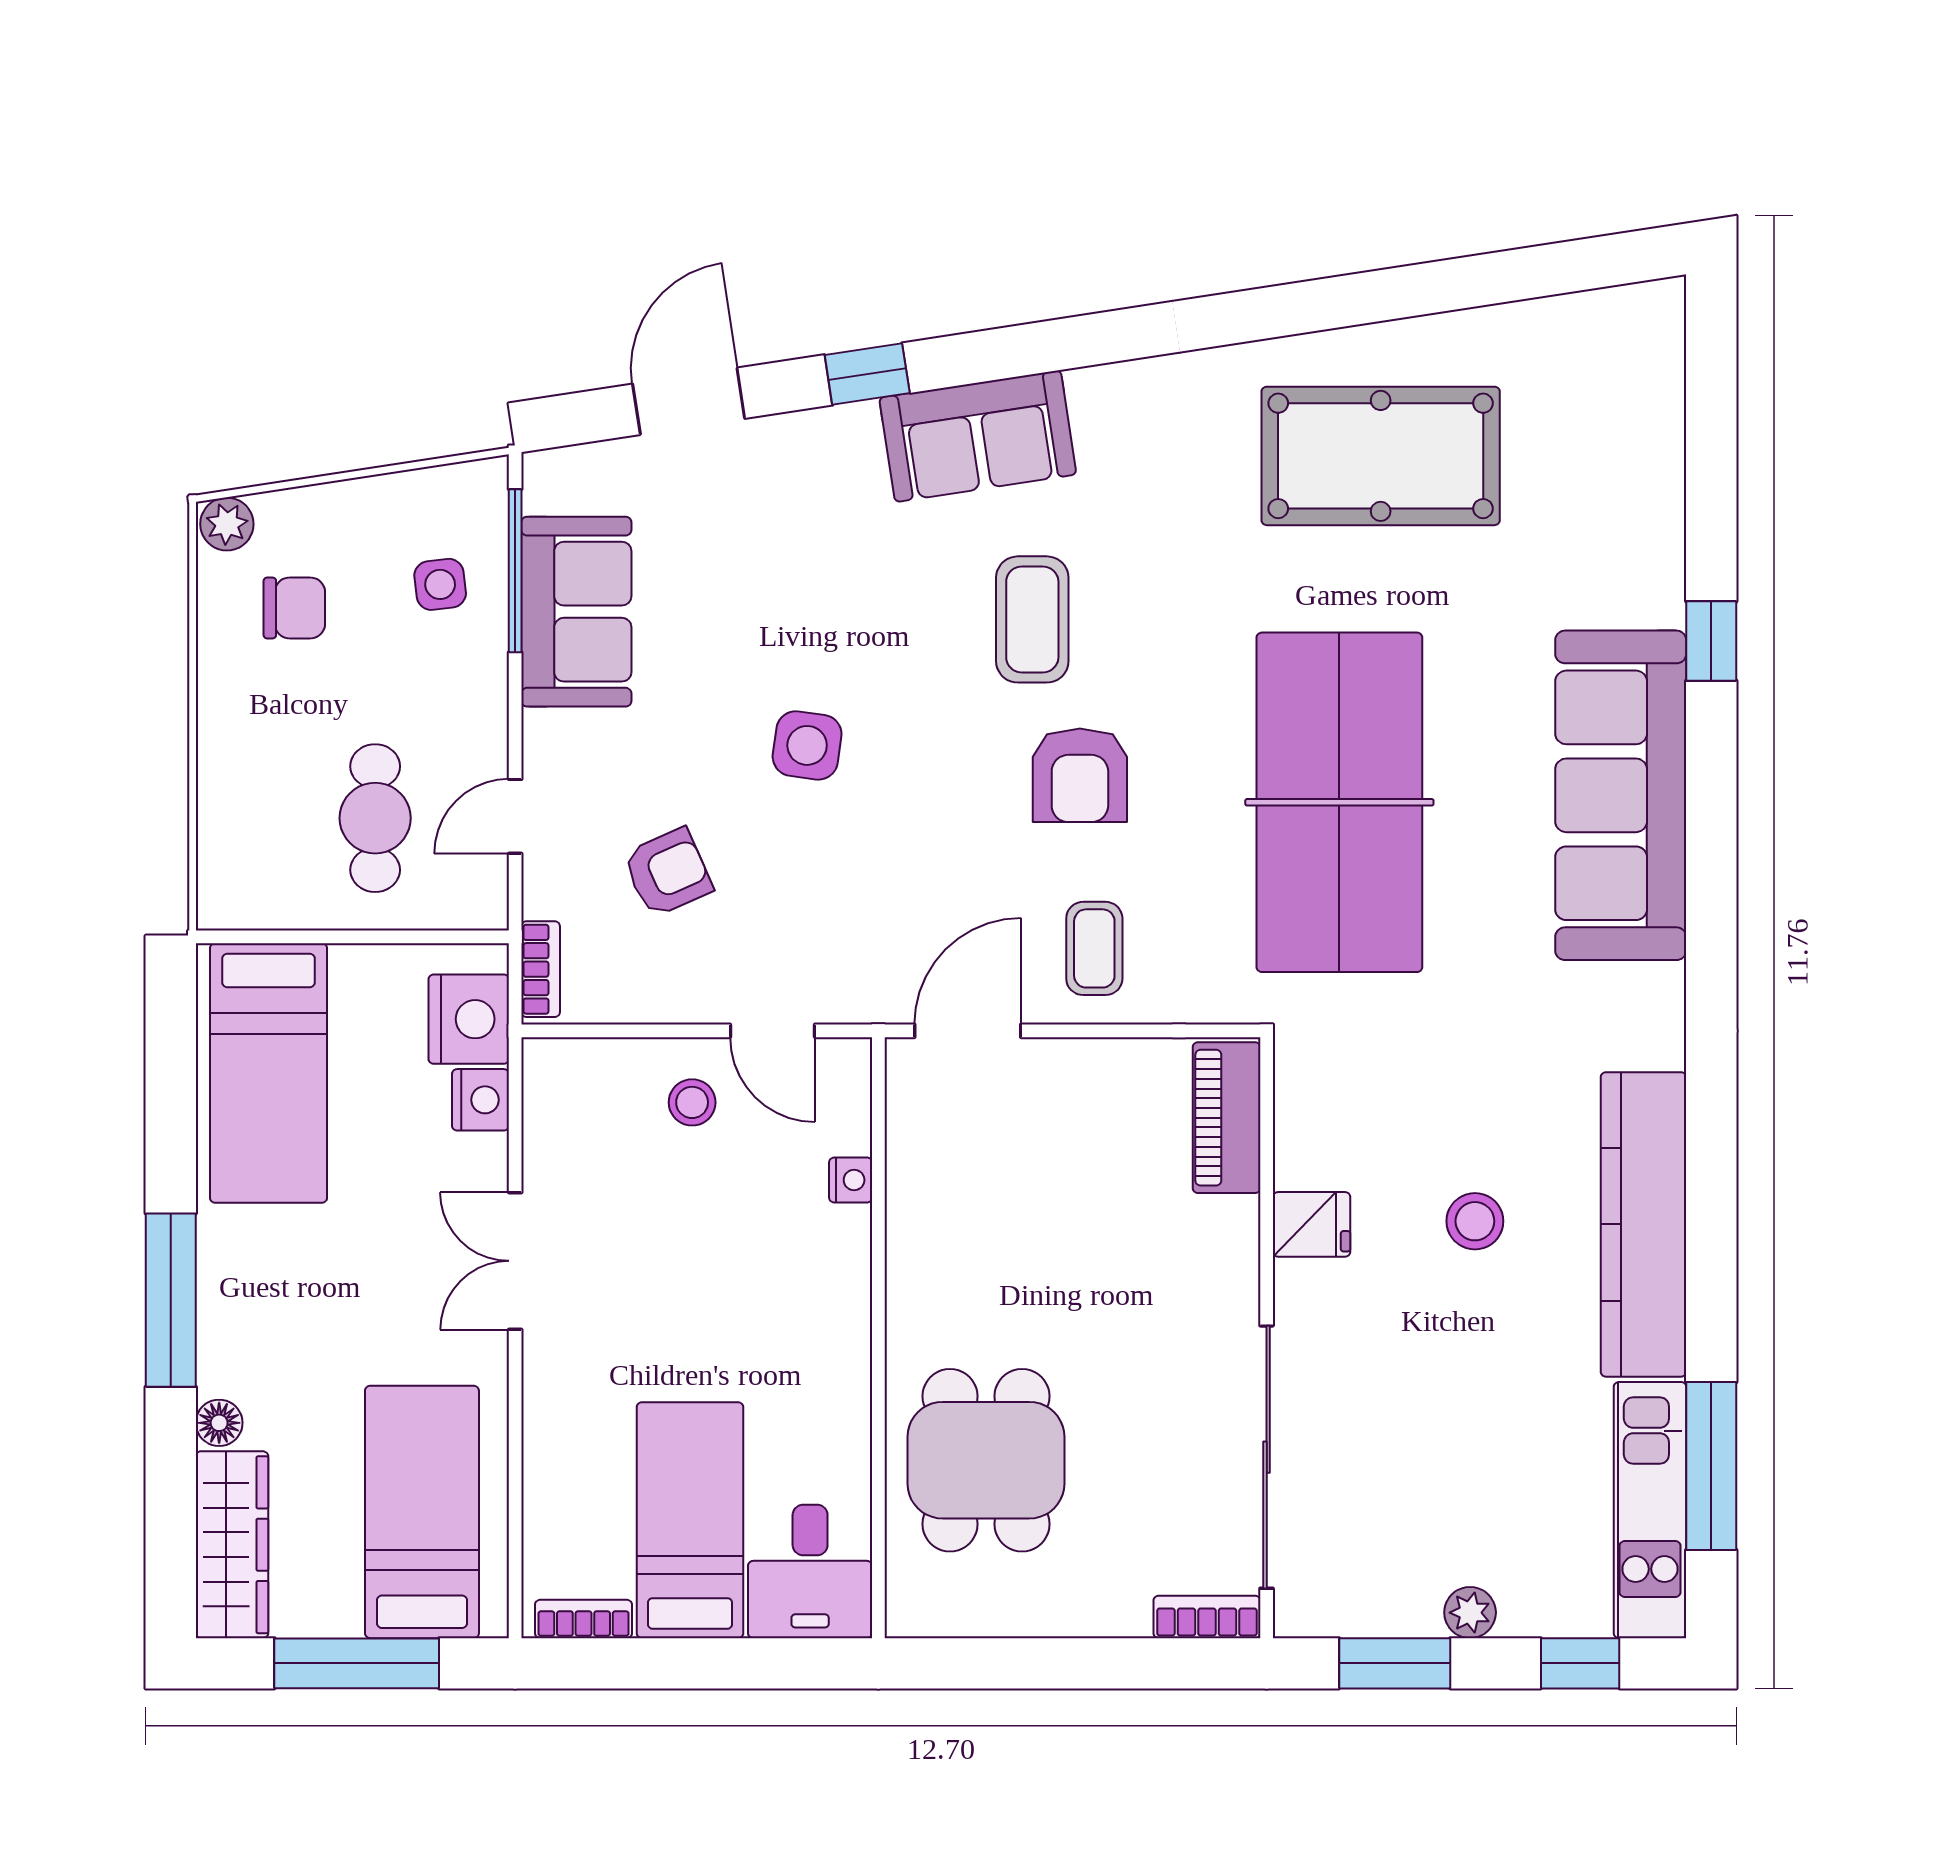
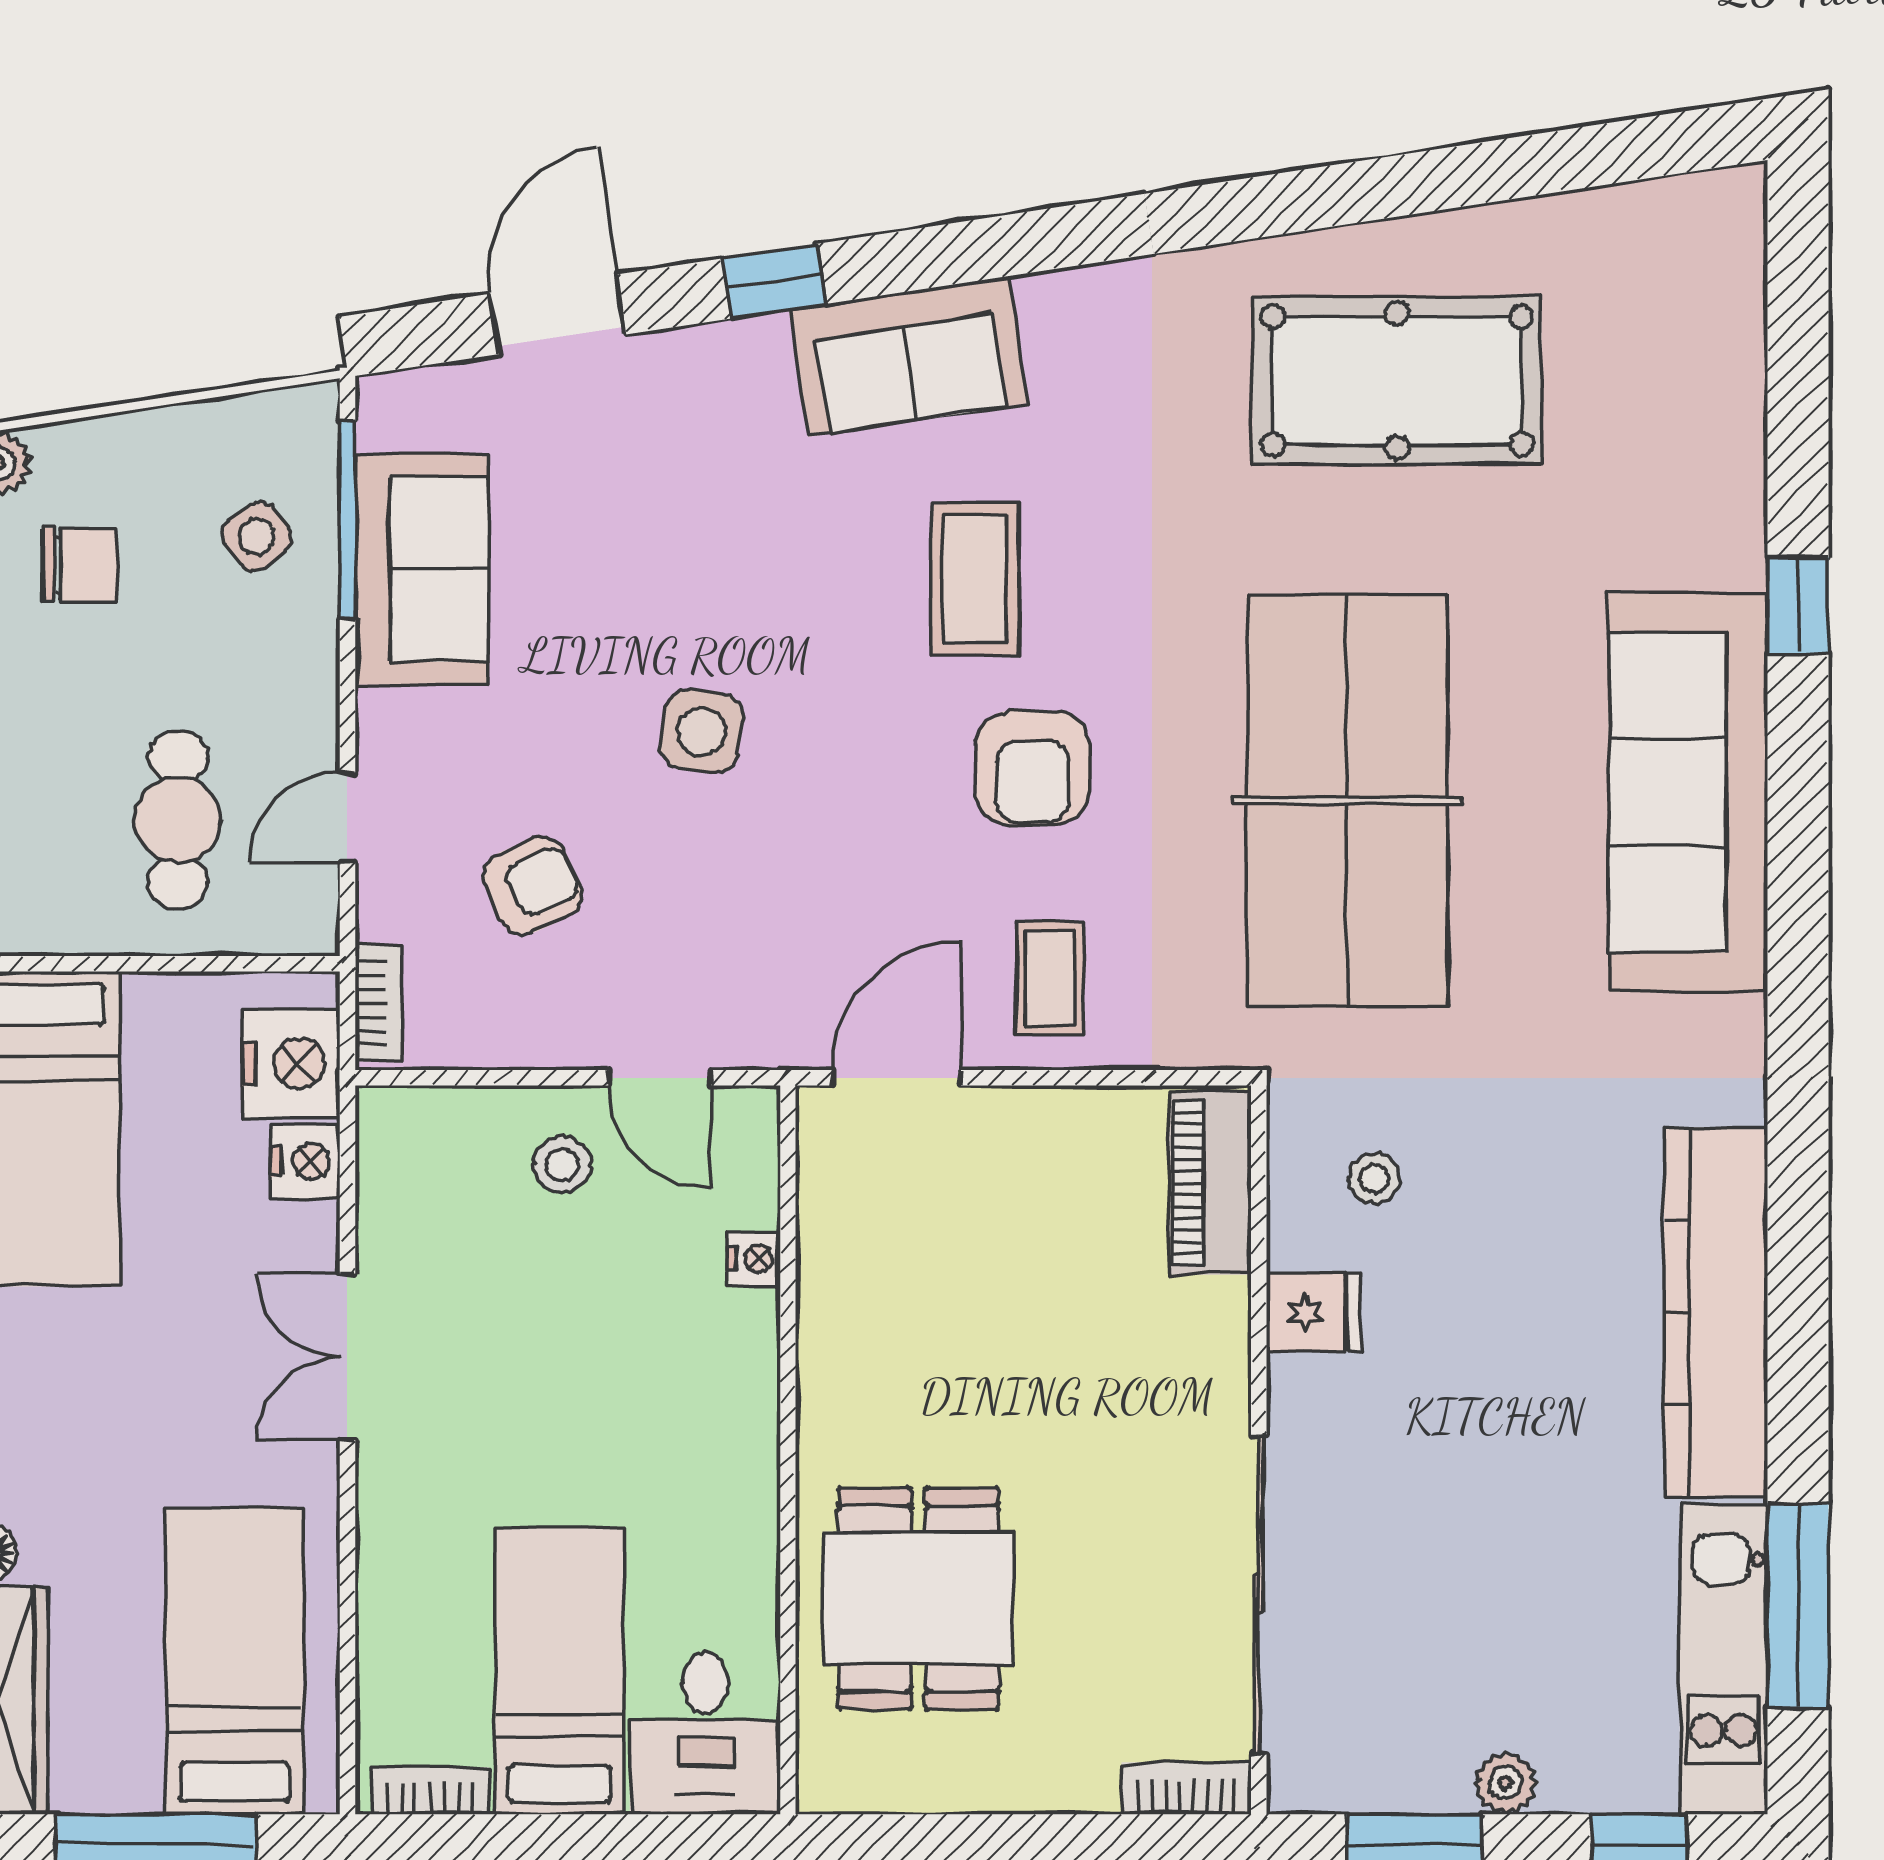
side table: (440, 584) -> (256, 536), turned -31
stool: (1475, 1221) -> (1374, 1179), moved, width x0.73, depth x0.73

